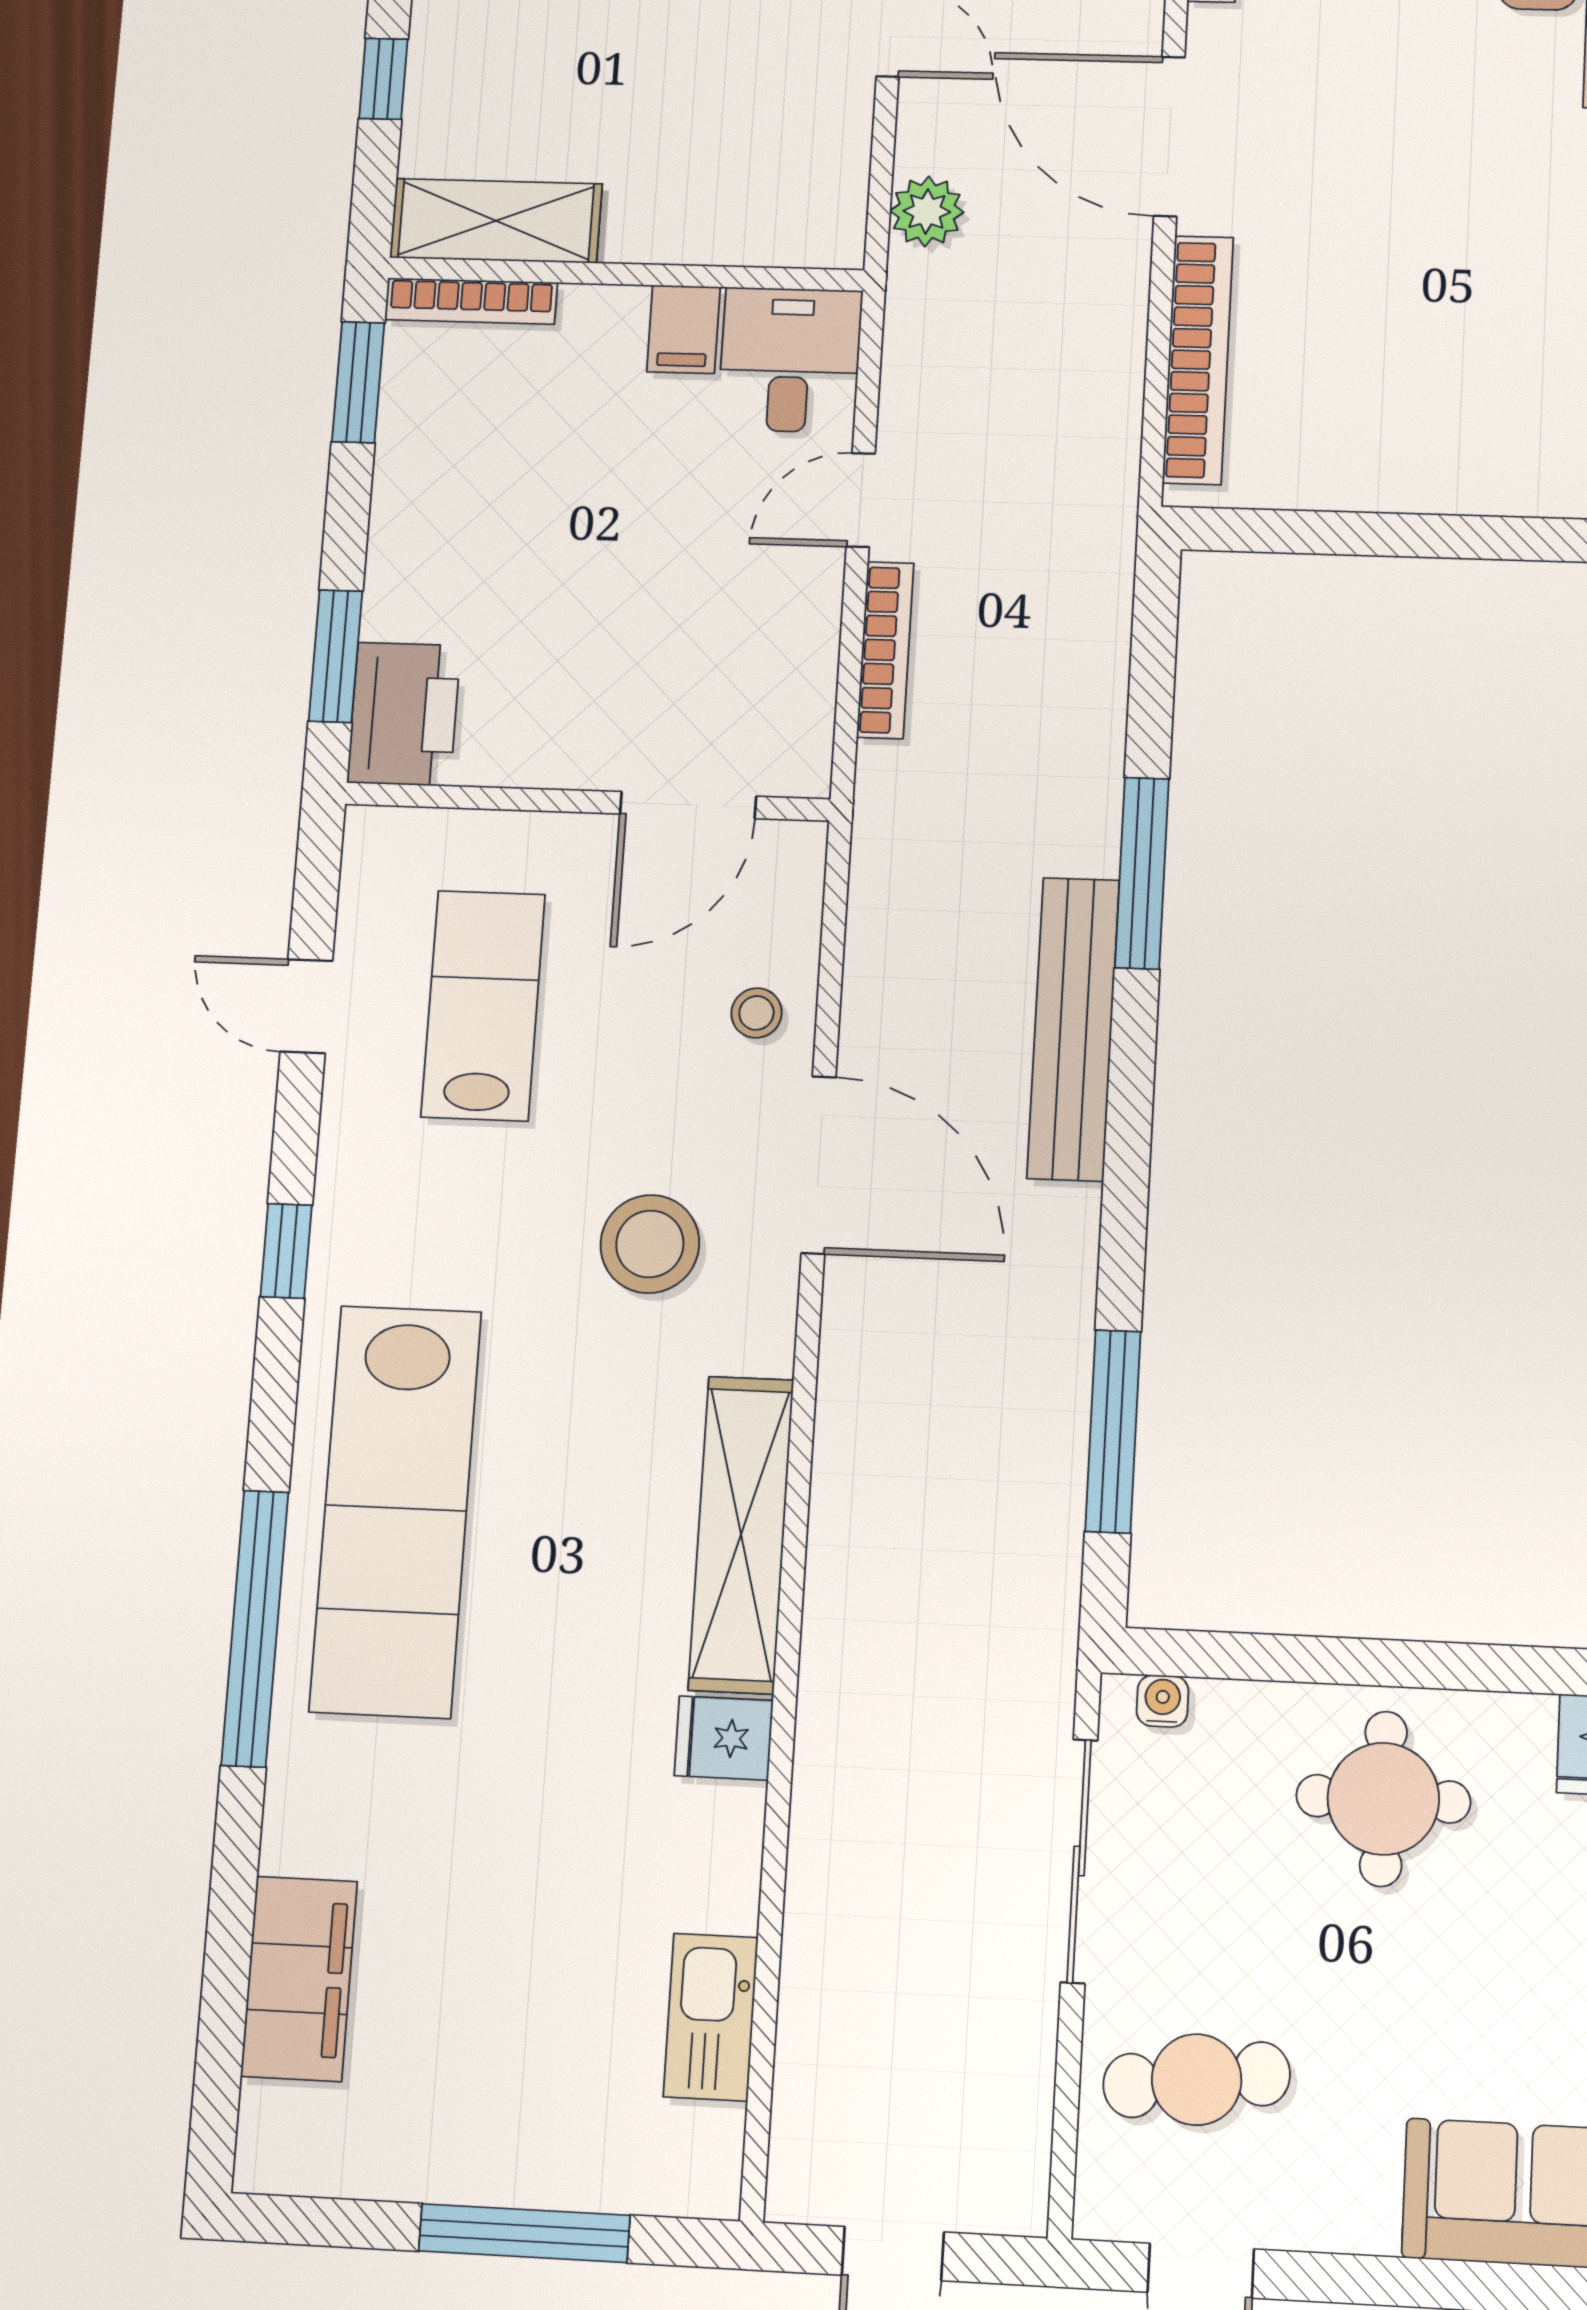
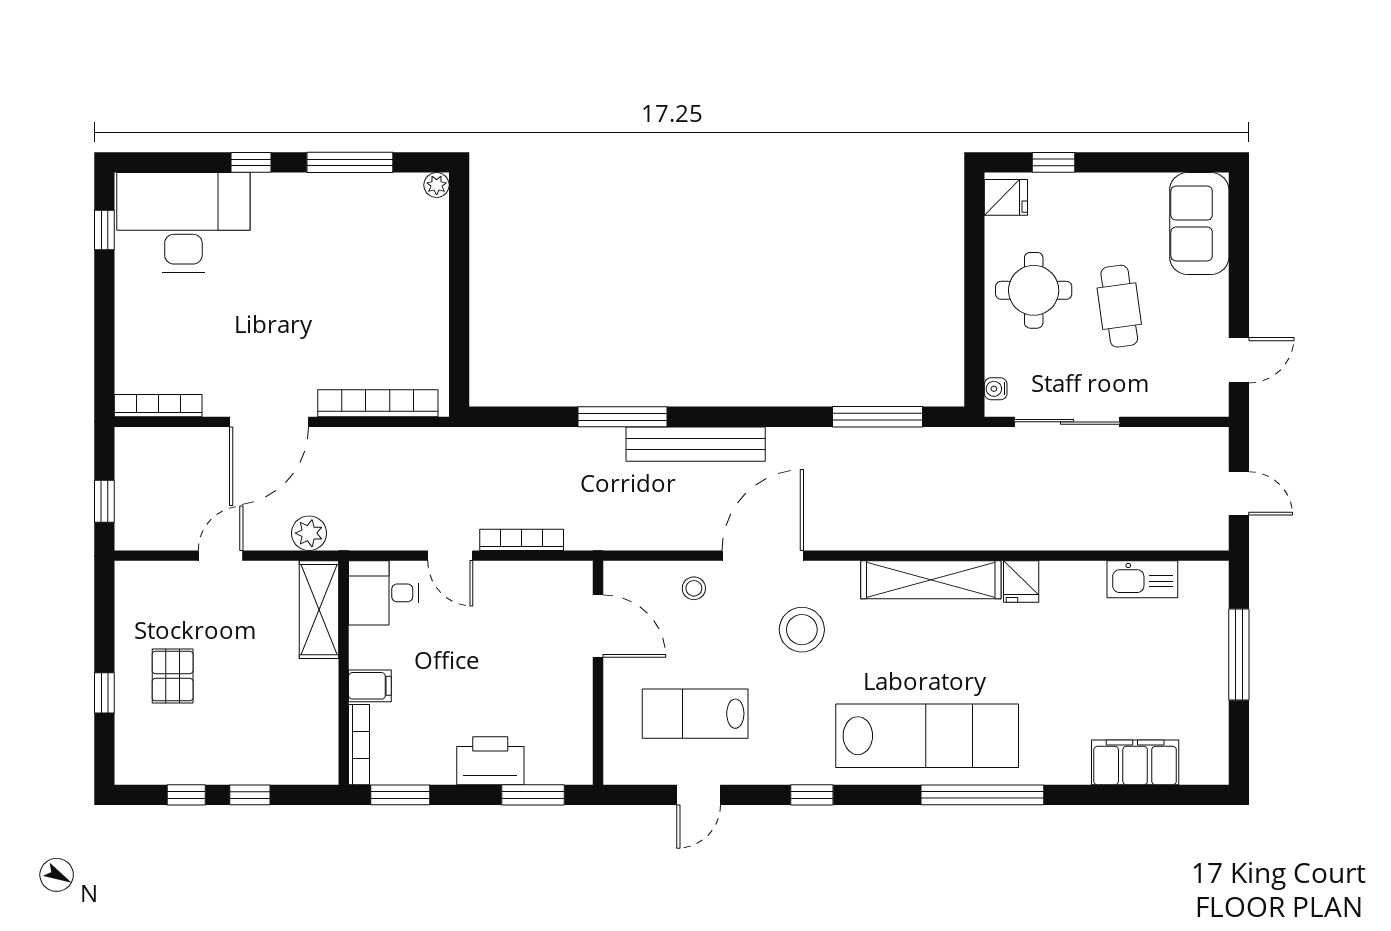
shelving: (496, 221) -> (319, 610), moved
filing cabinet: (683, 329) -> (370, 686), moved
printer: (404, 714) -> (490, 761), moved
cafe table: (1197, 2080) -> (1119, 306), moved

